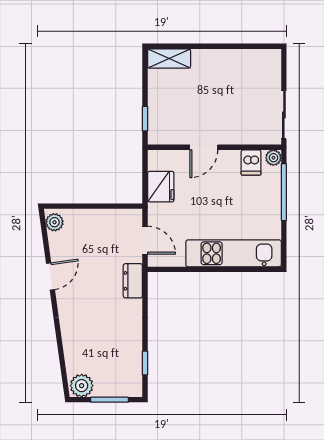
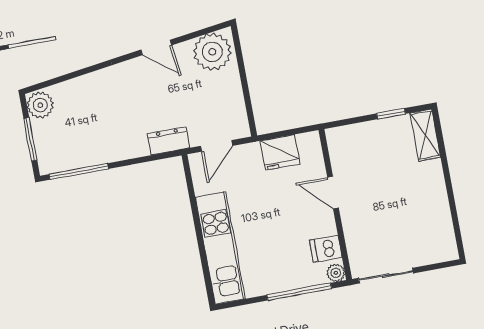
window: (145, 119) -> (391, 114), moved
plant: (54, 222) -> (212, 52), width x1.87, depth x1.87
window: (145, 363) -> (79, 171), width x2.17

